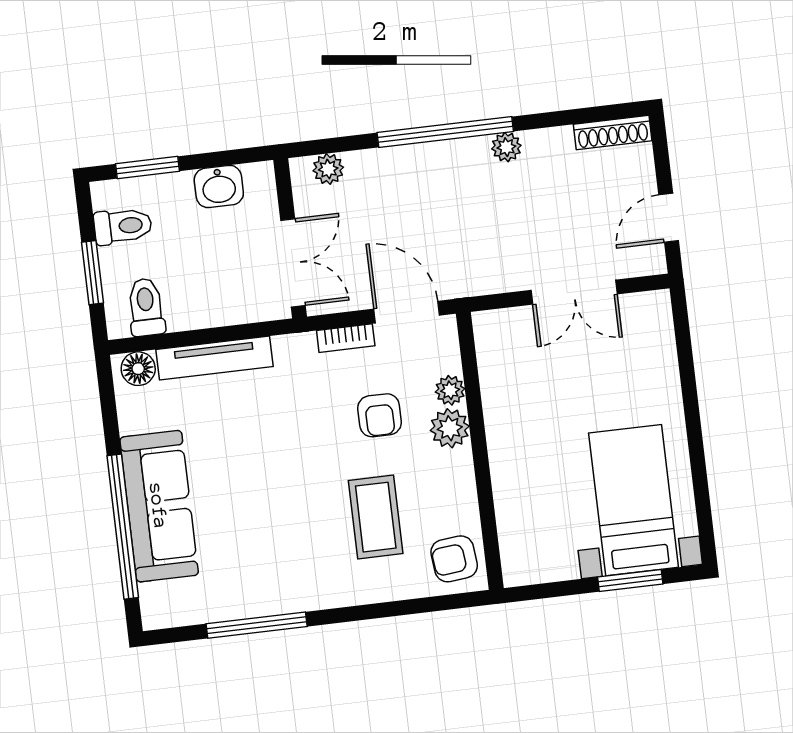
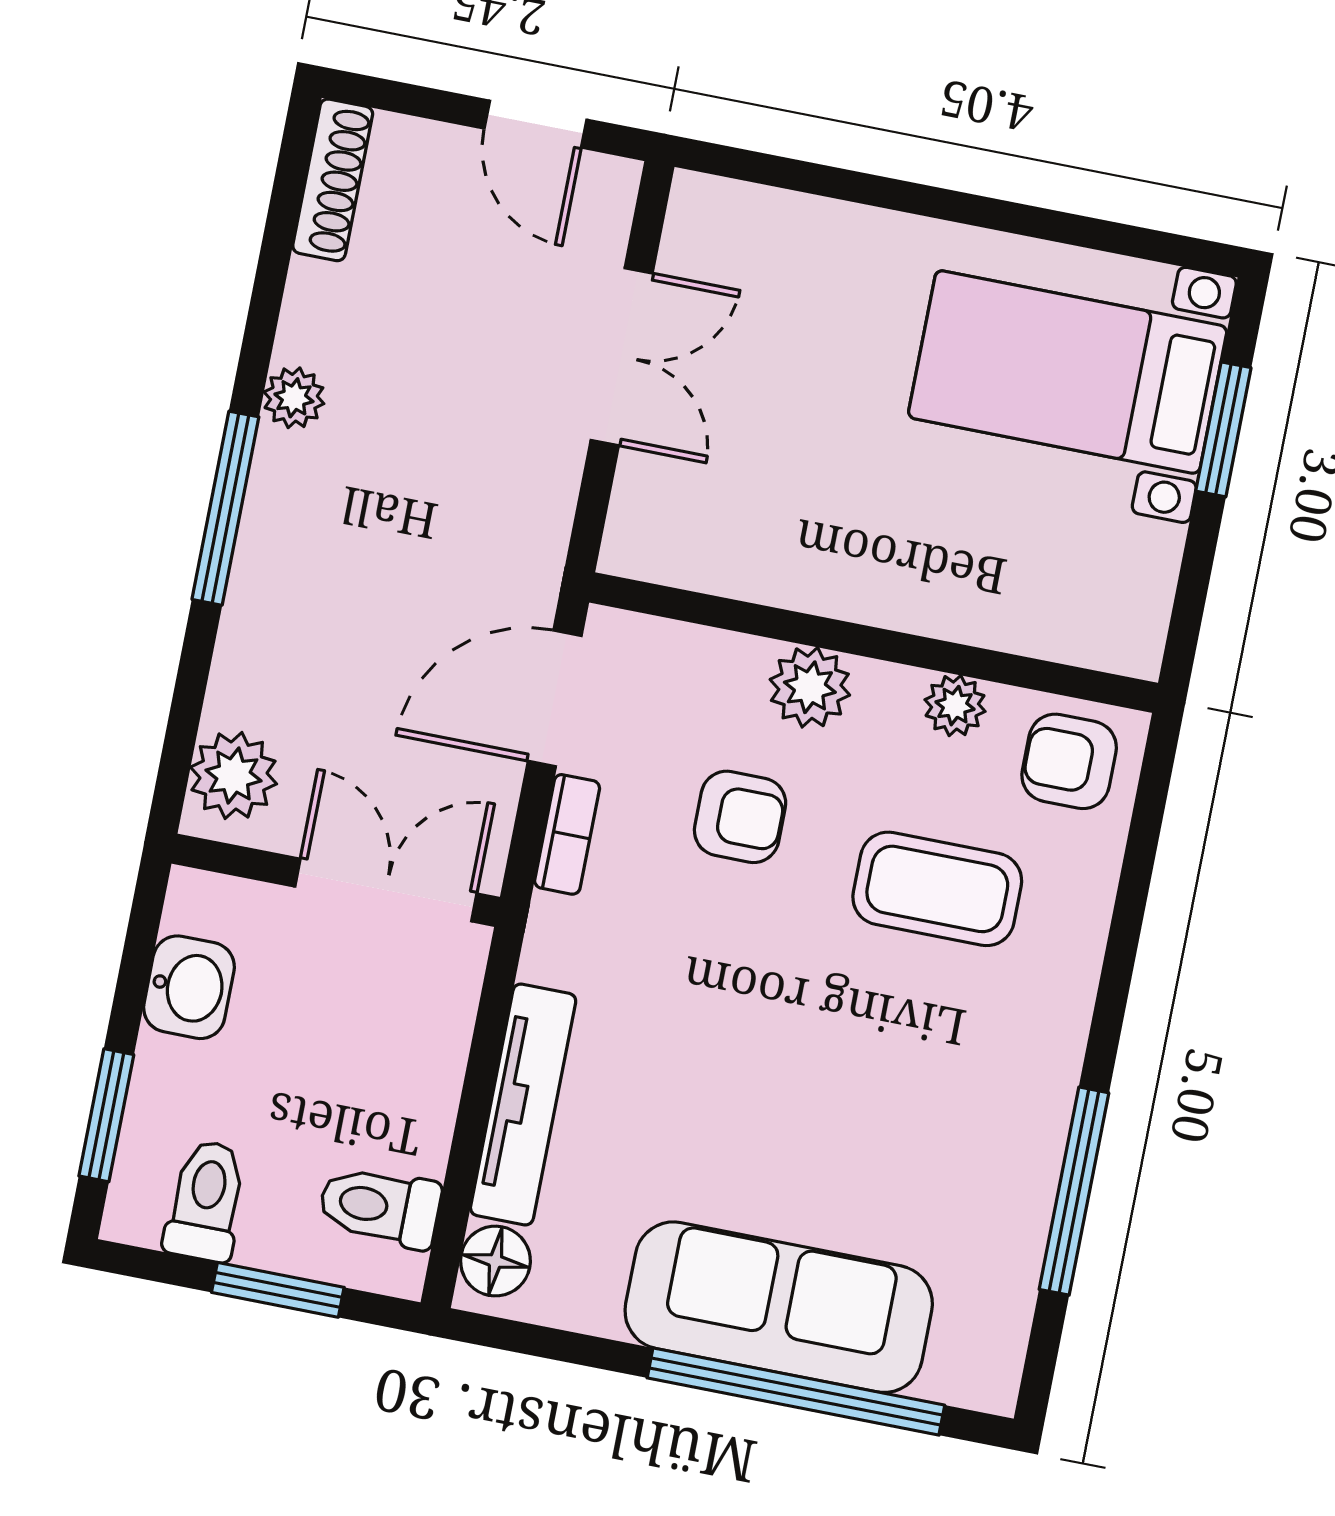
window: (445, 132) -> (225, 508), width x0.68
plant: (328, 169) -> (234, 775), width x1.38, depth x1.38
plant: (450, 390) -> (955, 706), moved
armchair: (454, 559) -> (1069, 761), turned 96

